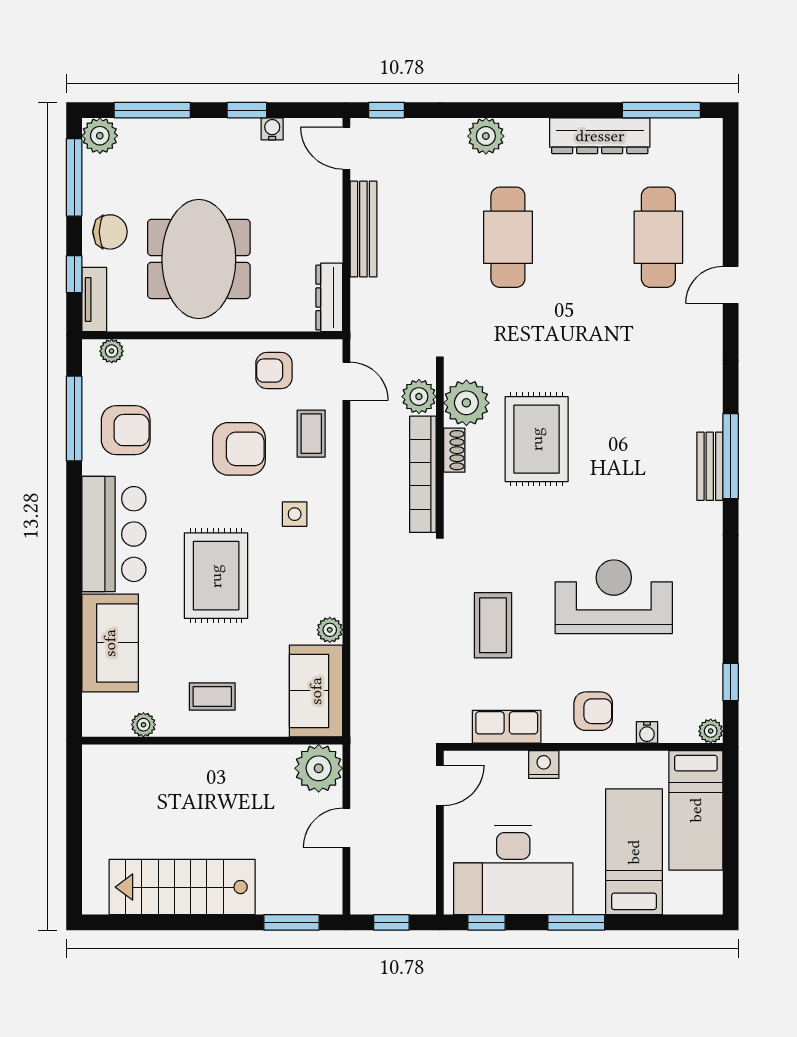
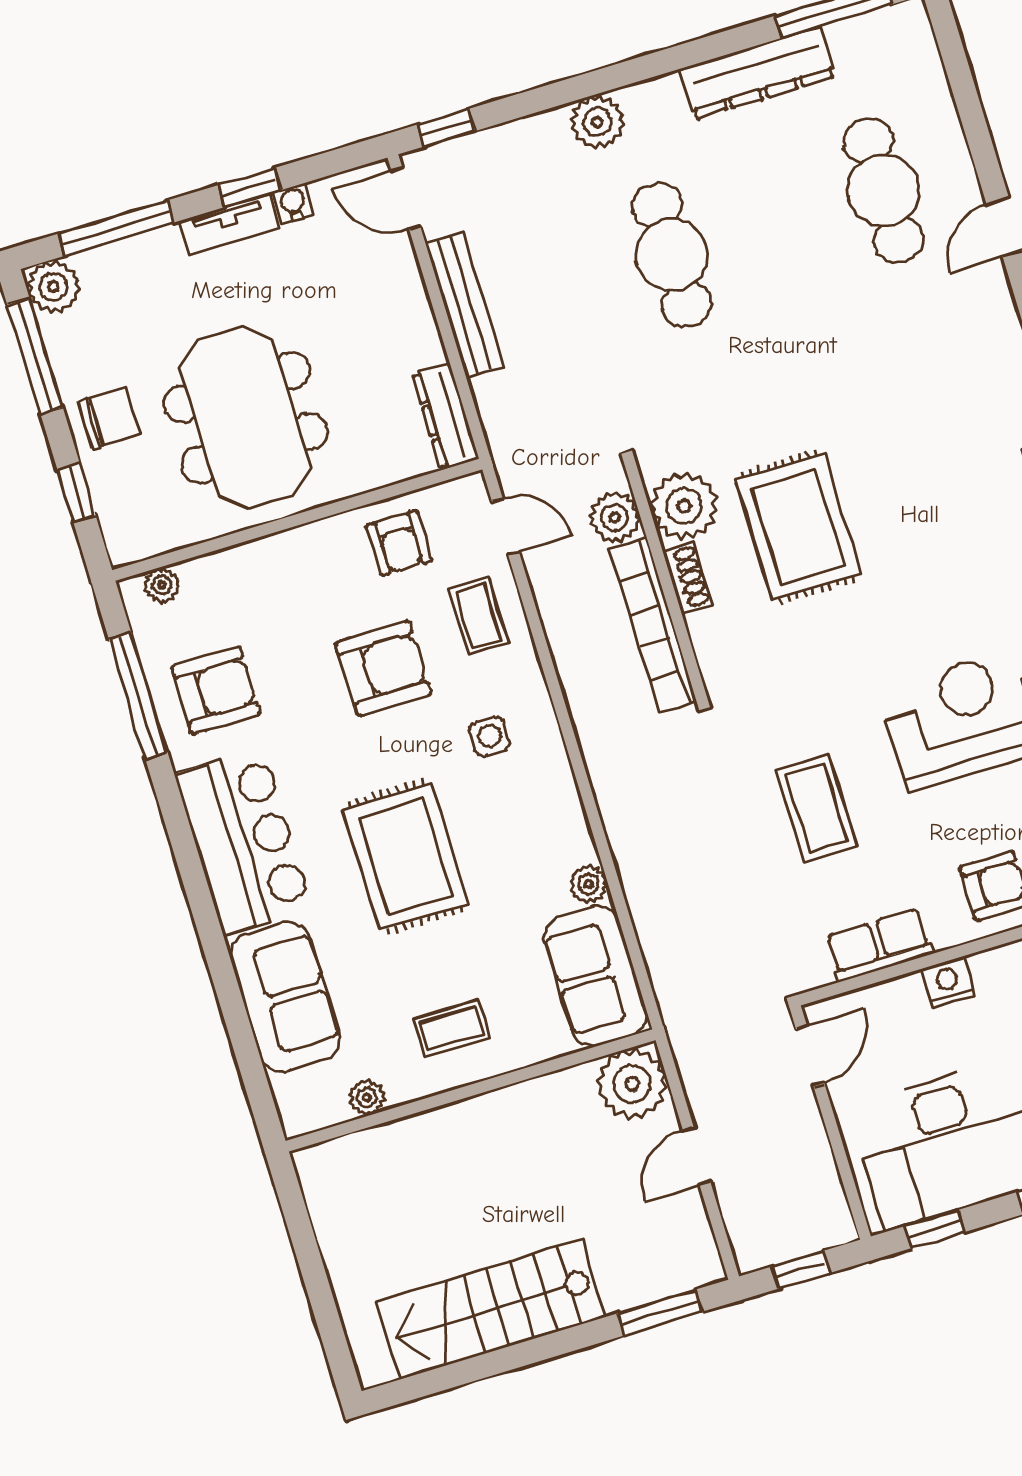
tv unit: (94, 300) -> (229, 225), moved, turned 90
armchair: (274, 371) -> (399, 543), turned -90

